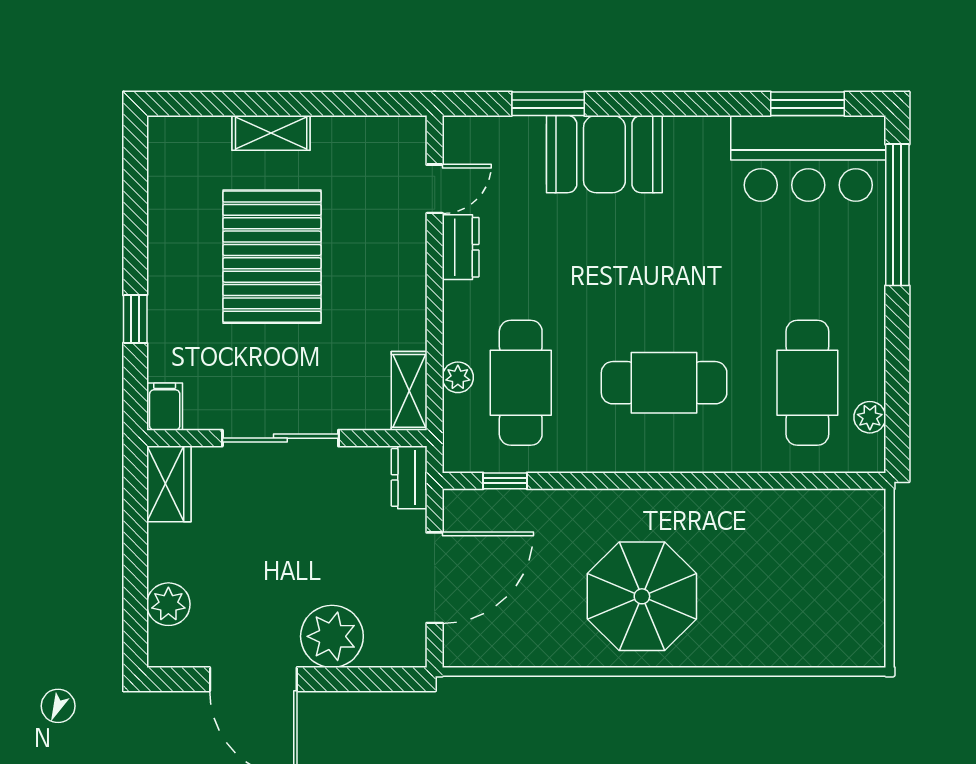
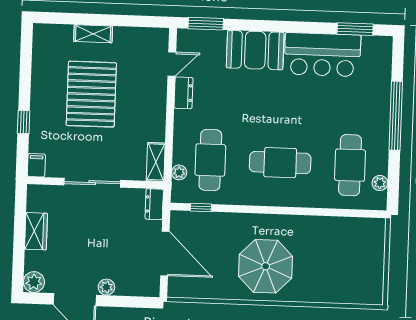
window: (548, 104) -> (206, 24), moved
bar counter: (808, 158) -> (322, 55), moved
window: (897, 215) -> (396, 116), moved
plant: (458, 377) -> (179, 172), moved
wardrobe: (169, 484) -> (36, 231), moved
door: (435, 578) -> (165, 254), hinge flipped
plant: (168, 604) -> (34, 282), moved
plant: (332, 636) -> (106, 287), width x0.53, depth x0.53

